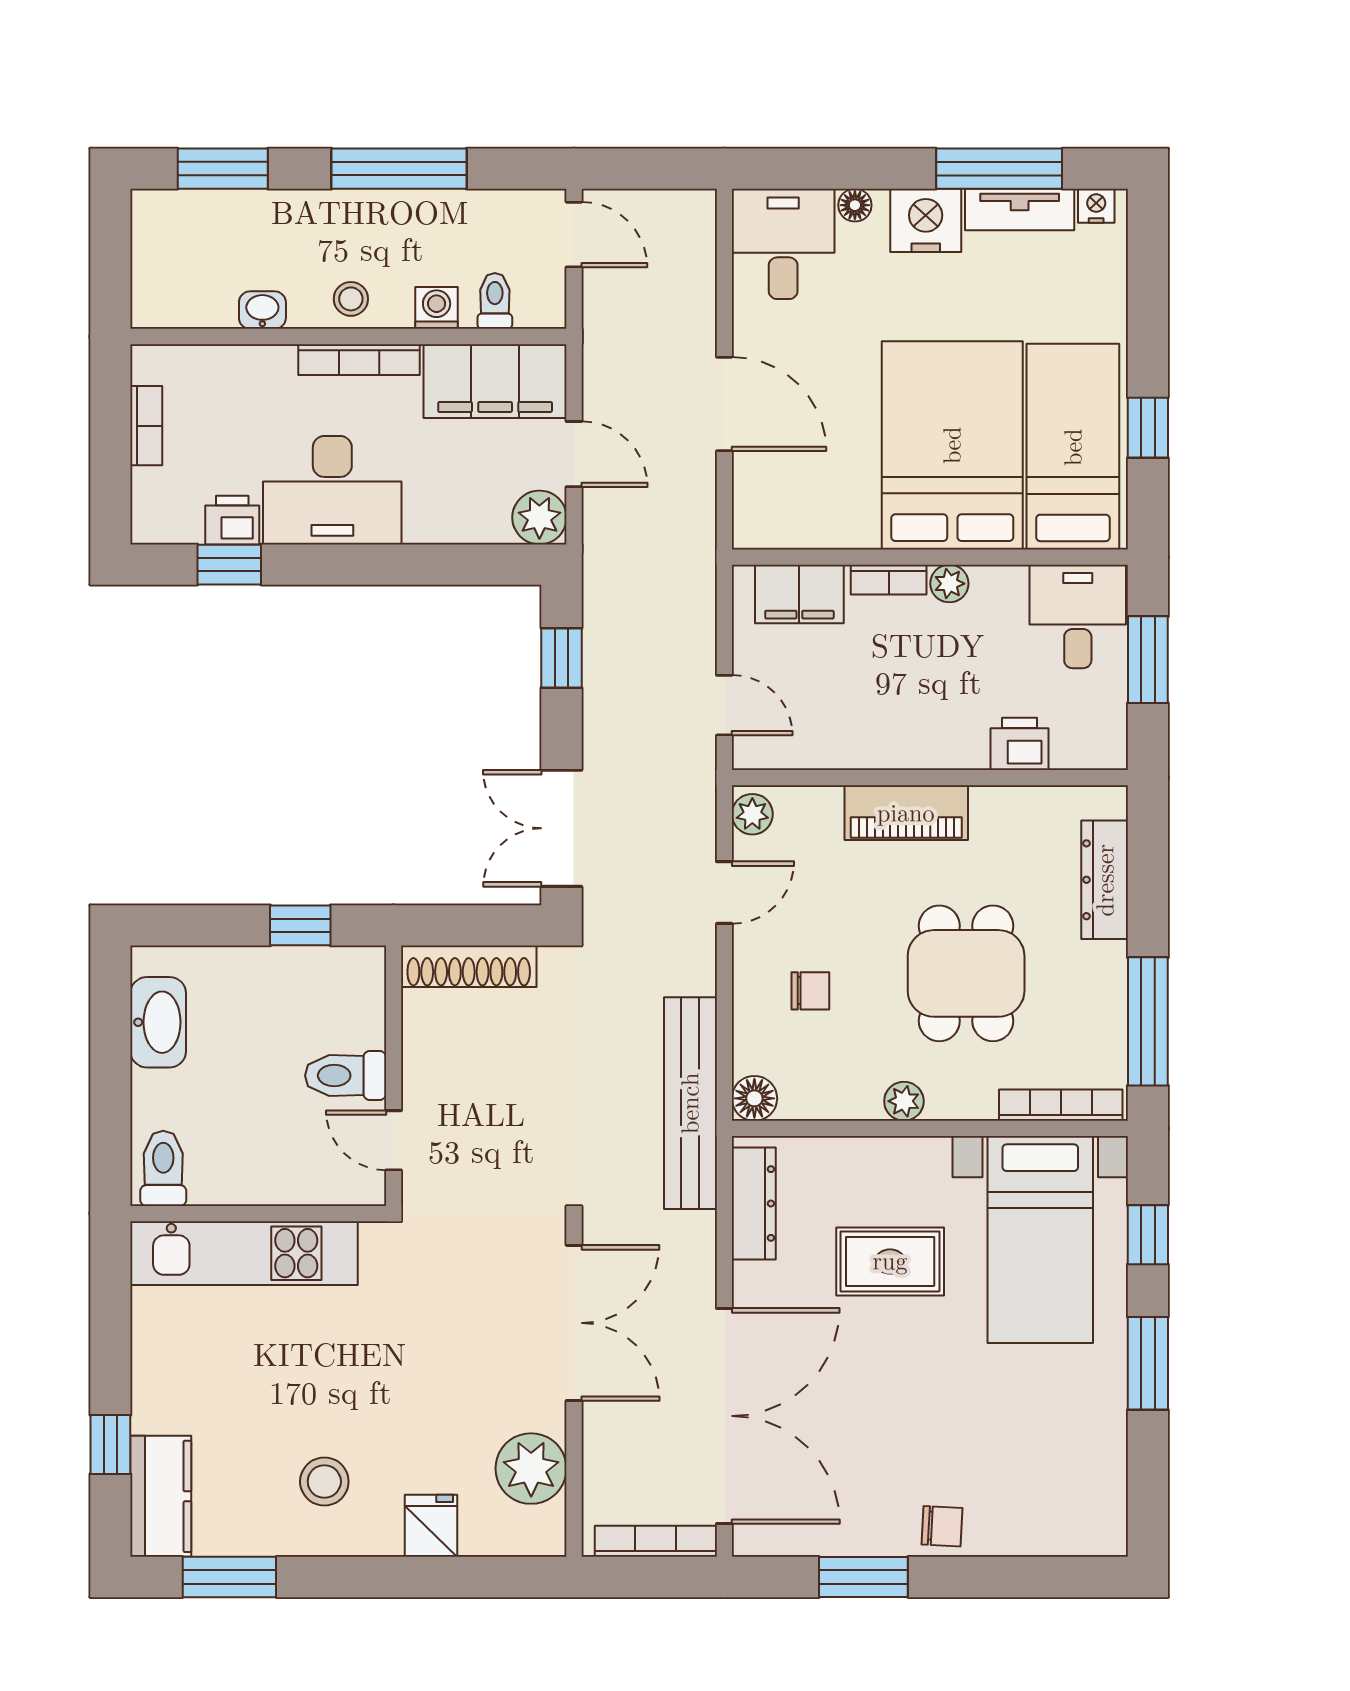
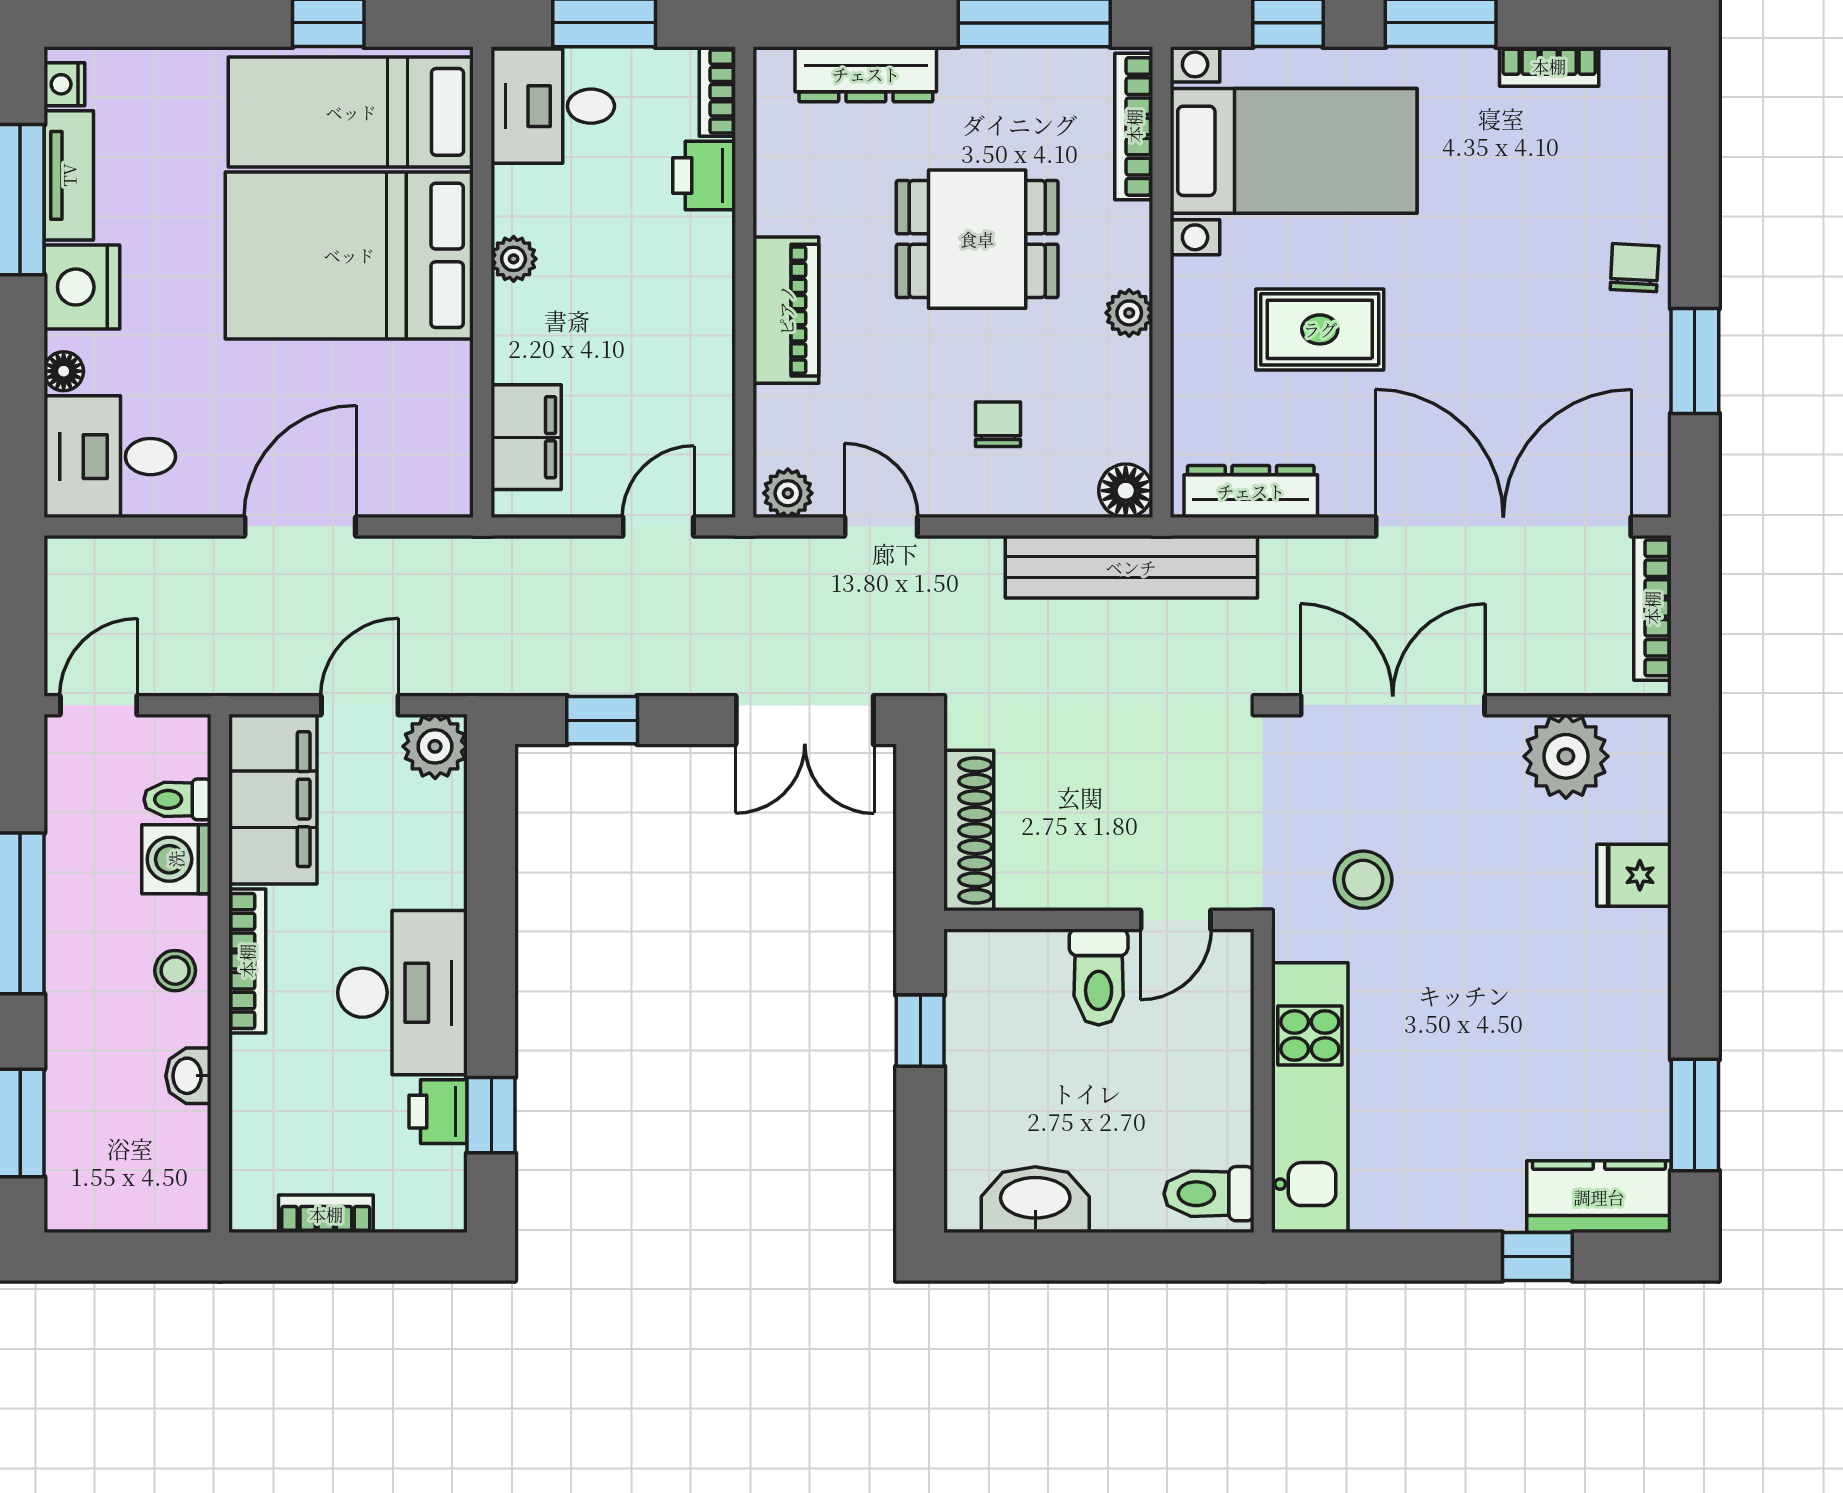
washing machine: (437, 308) -> (176, 859), width x1.38, depth x1.38
bookcase: (889, 580) -> (717, 92), moved, turned 180
rug: (890, 1261) -> (1320, 329), turned 90
bookcase: (1111, 1454) -> (1549, 66), added
stool: (324, 1482) -> (1363, 880), moved

